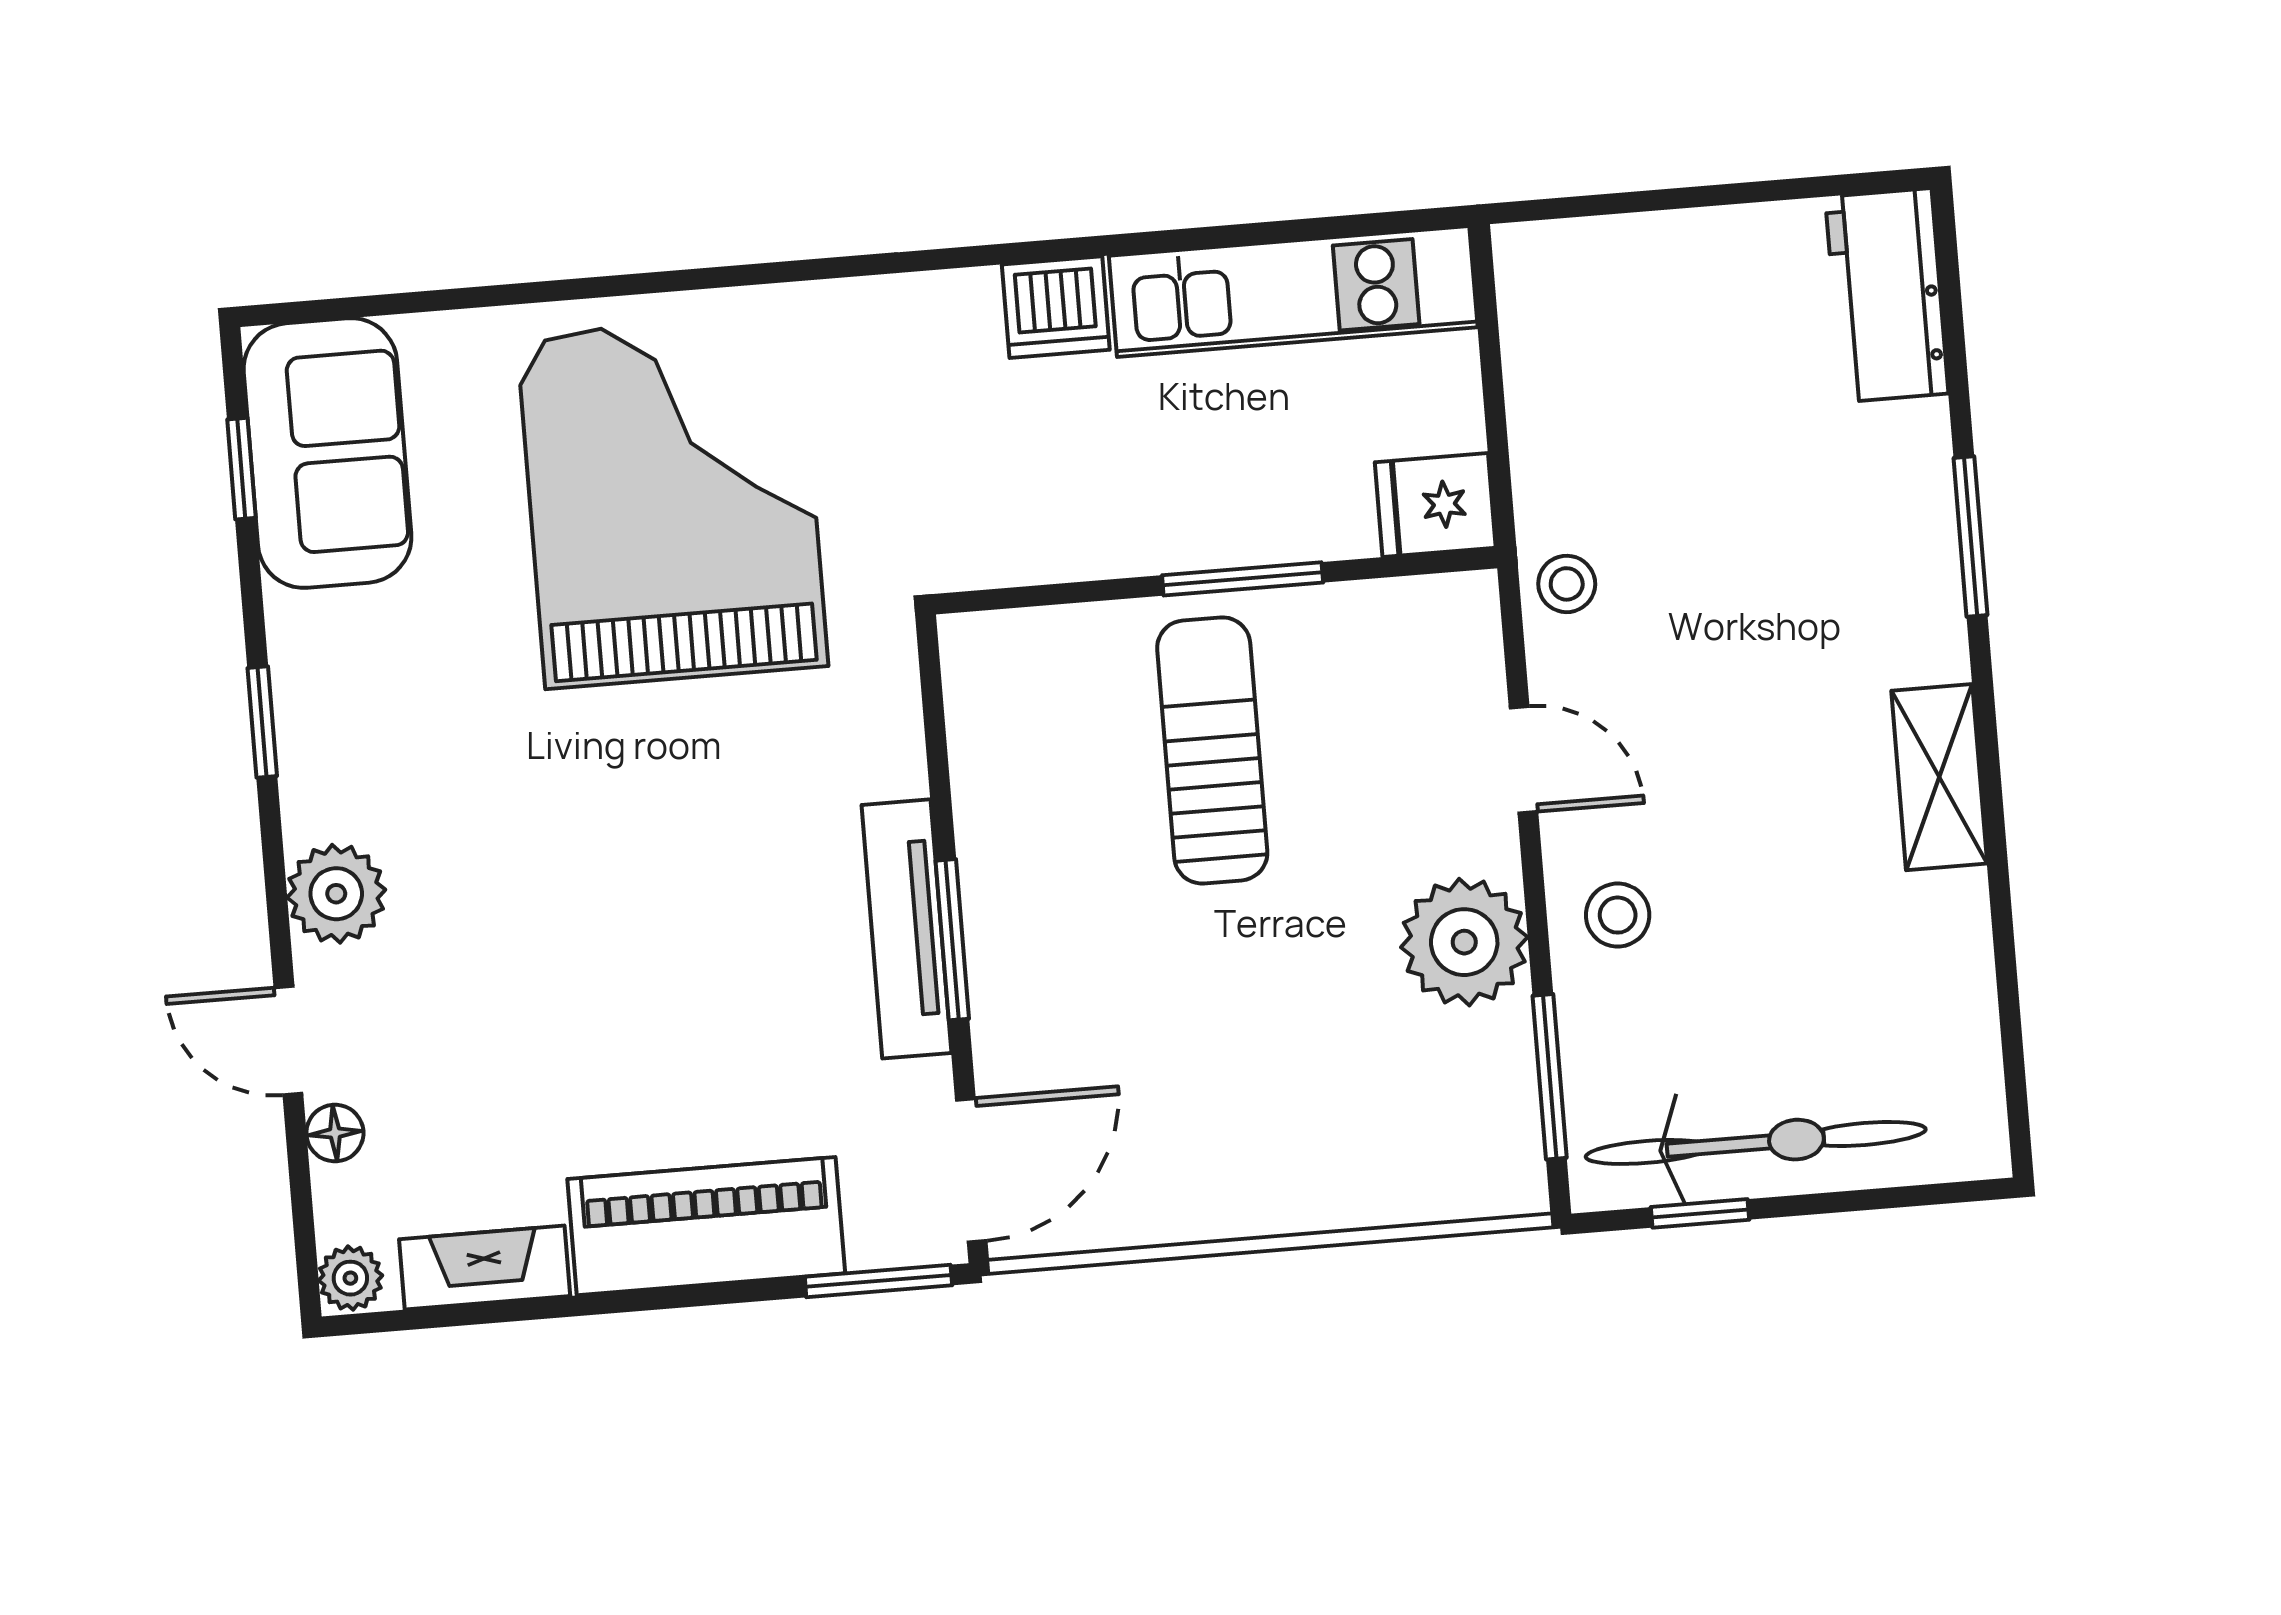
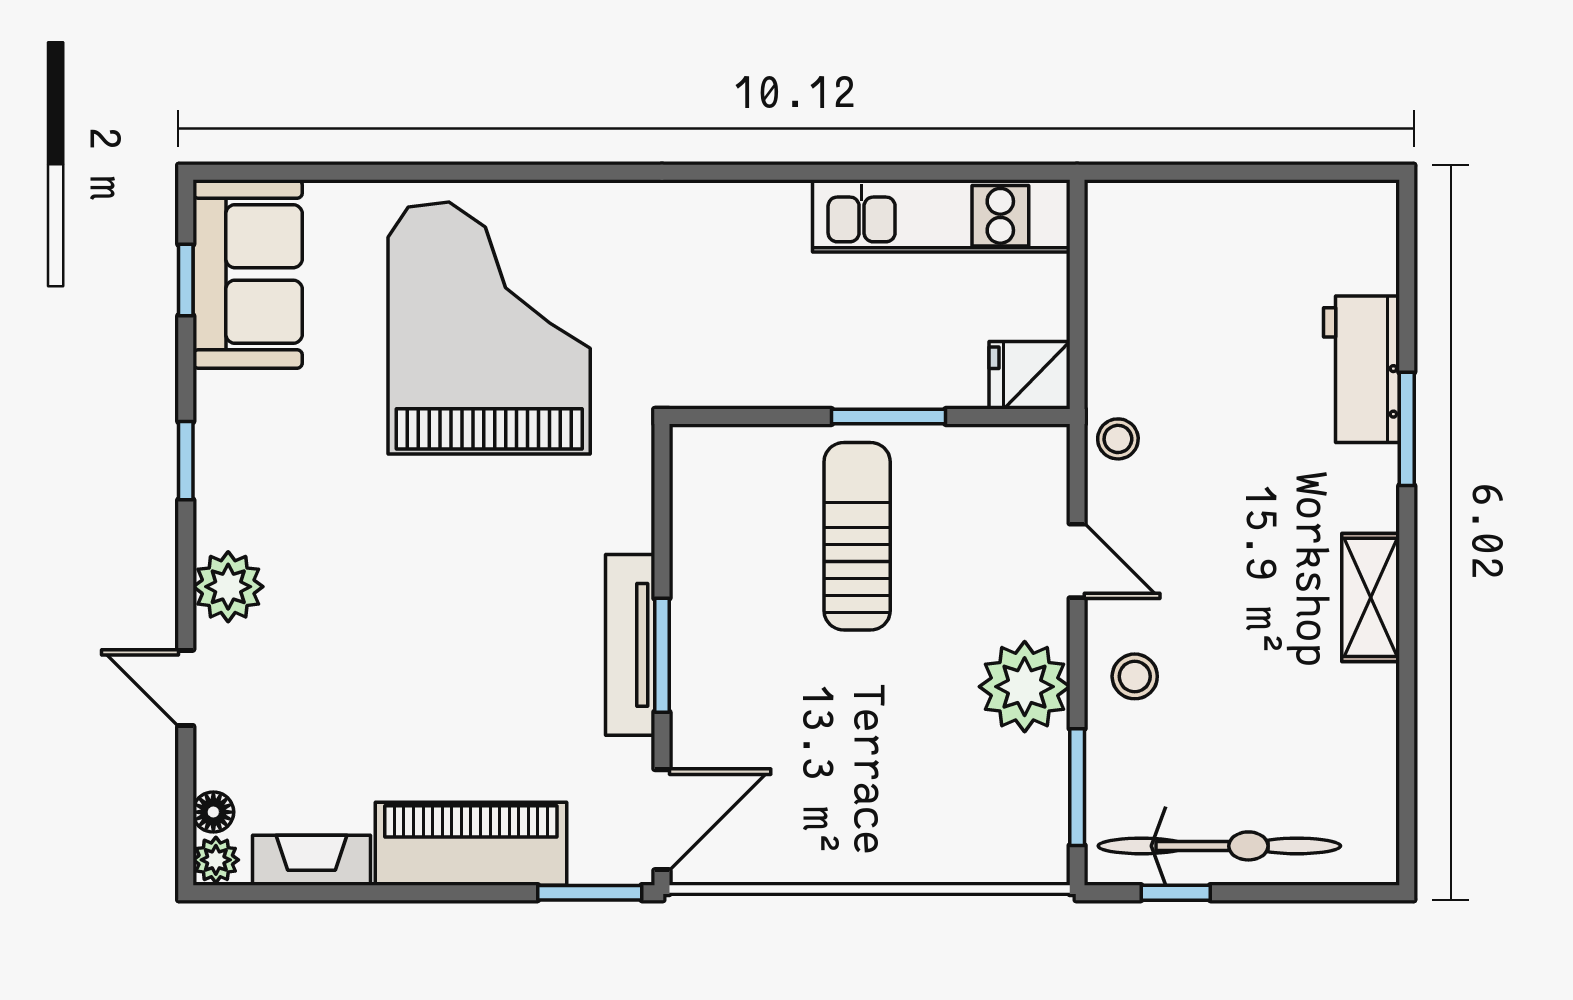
workbench: (1887, 295) -> (1362, 369), moved
dishwasher: (1056, 307) -> (772, 213), removed
floor lamp: (335, 1133) -> (213, 812), moved

